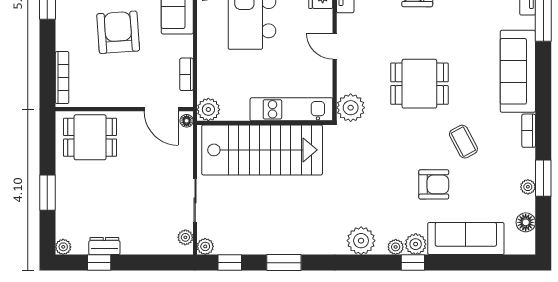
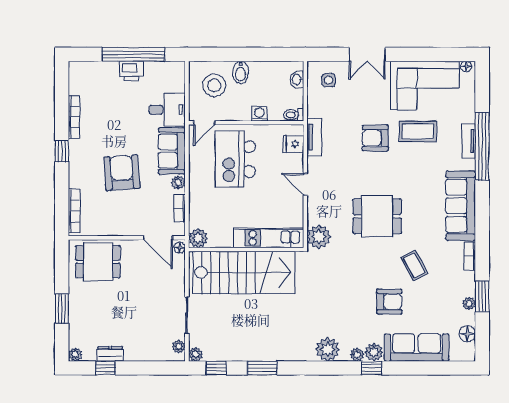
plant: (185, 44) -> (178, 183), added

